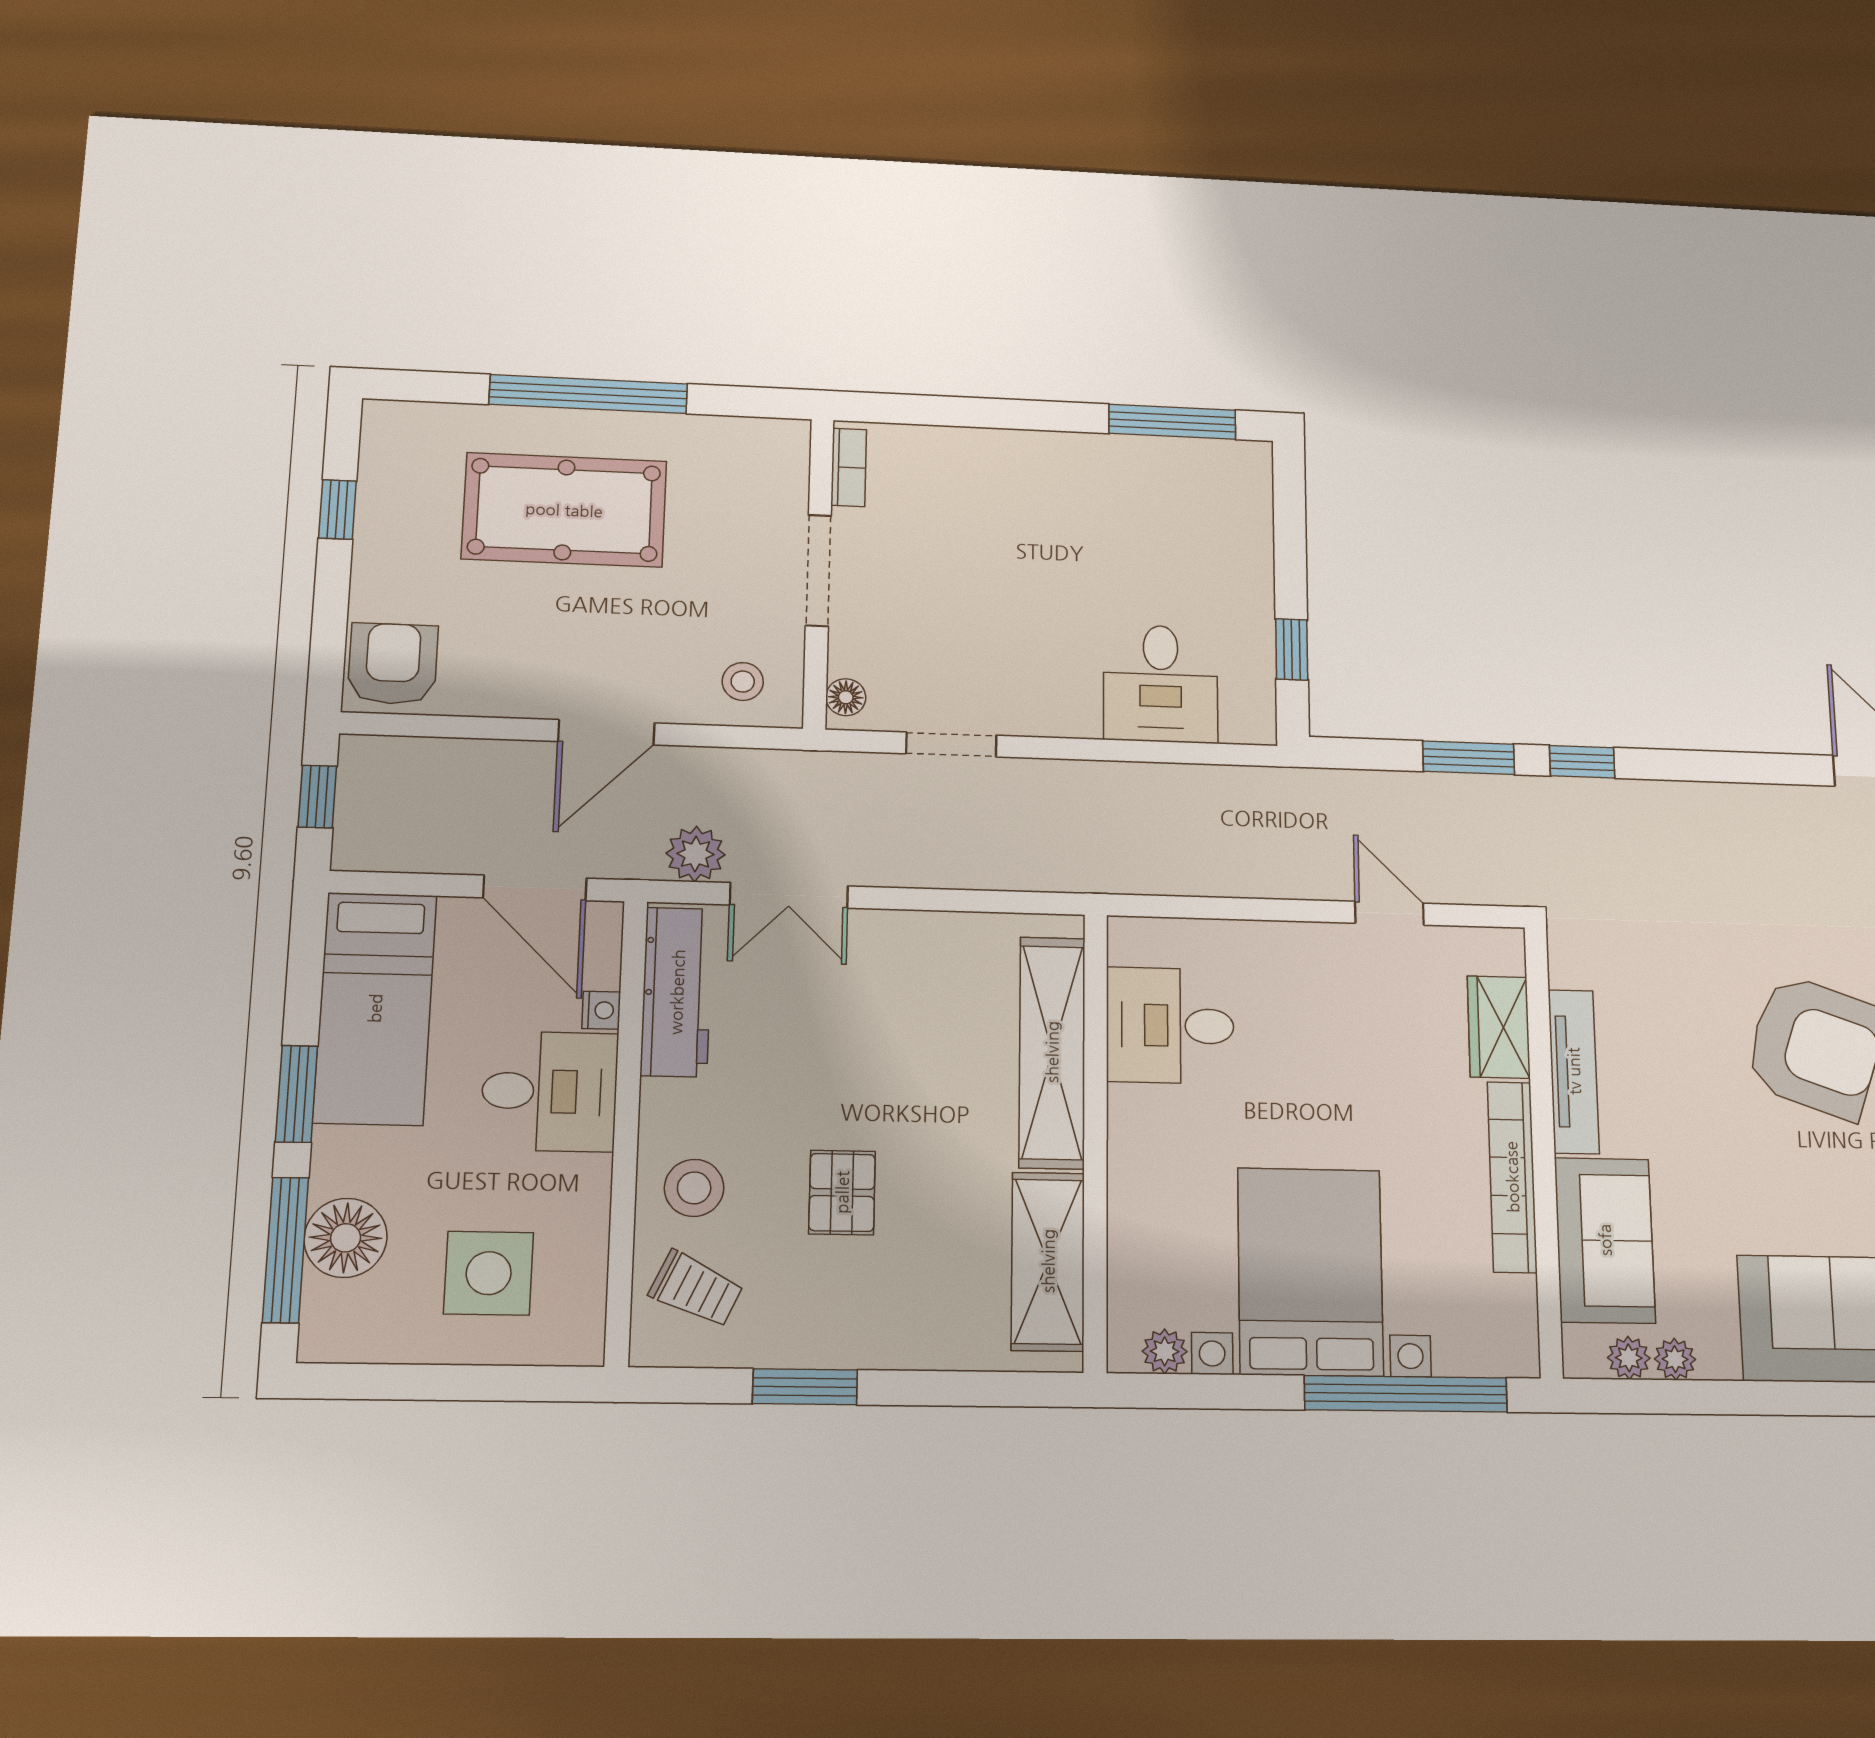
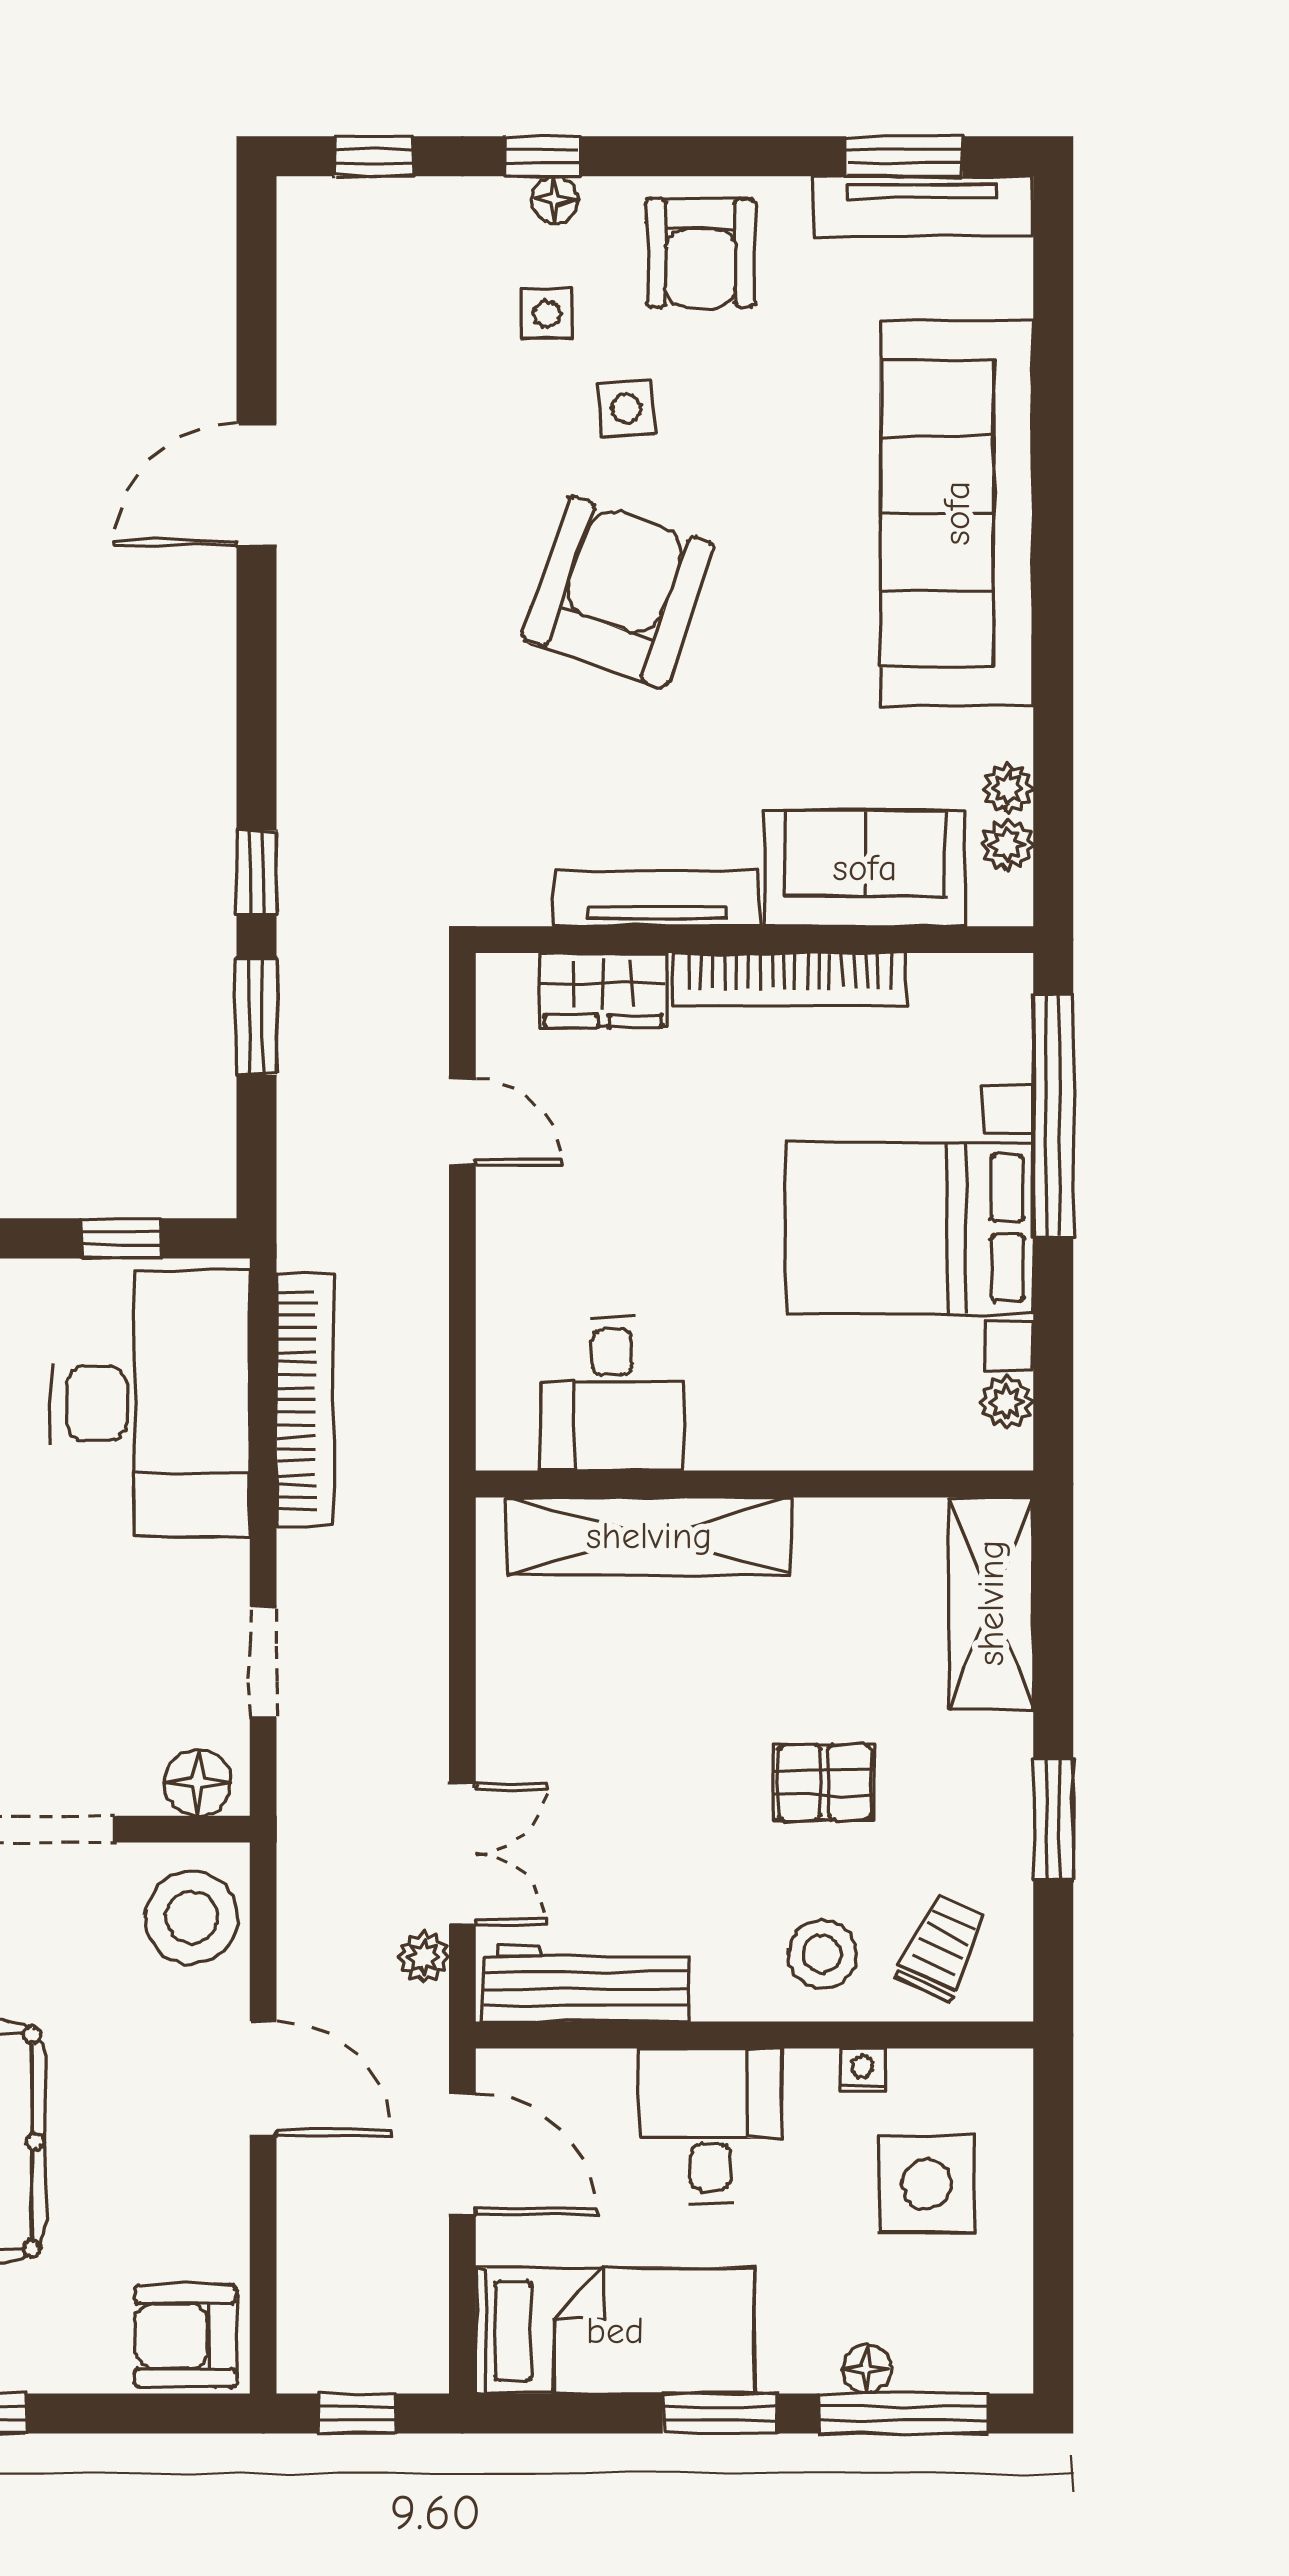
stool: (743, 682) -> (191, 1917), width x1.89, depth x1.89
desk: (1161, 684) -> (150, 1404), width x1.87, depth x1.30
floor lamp: (846, 697) -> (198, 1783), width x1.37, depth x1.37
bookcase: (1164, 784) -> (305, 1400), added
plant: (695, 854) -> (423, 1957), width x0.73, depth x0.73
door: (535, 888) -> (462, 2154), hinge flipped
door: (1389, 913) -> (462, 1122), swing flipped
nightstand: (601, 1010) -> (862, 2070), moved
floor lamp: (346, 1238) -> (867, 2369), width x0.53, depth x0.53
shelving: (1048, 1261) -> (991, 1603), moved, turned 90

